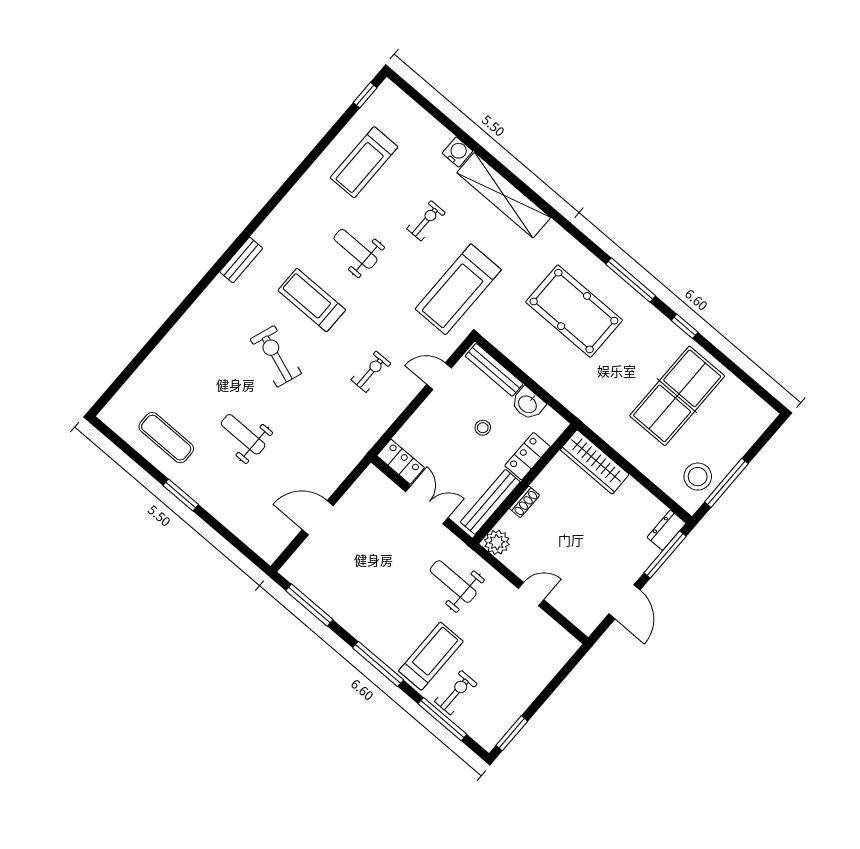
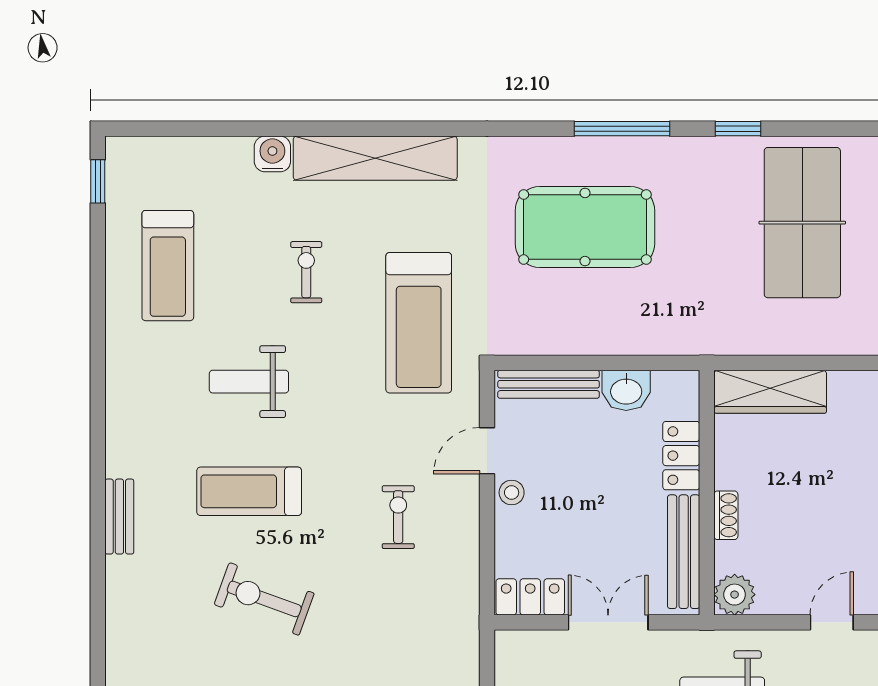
stool: (483, 428) -> (512, 493), moved

